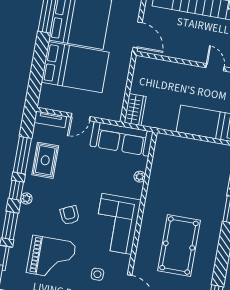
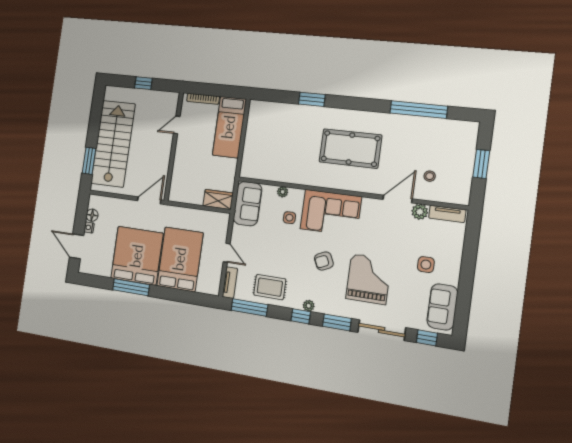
sofa: (122, 139) -> (247, 204), width x0.73
window: (22, 155) -> (249, 308), moved
side table: (97, 274) -> (289, 218), moved

